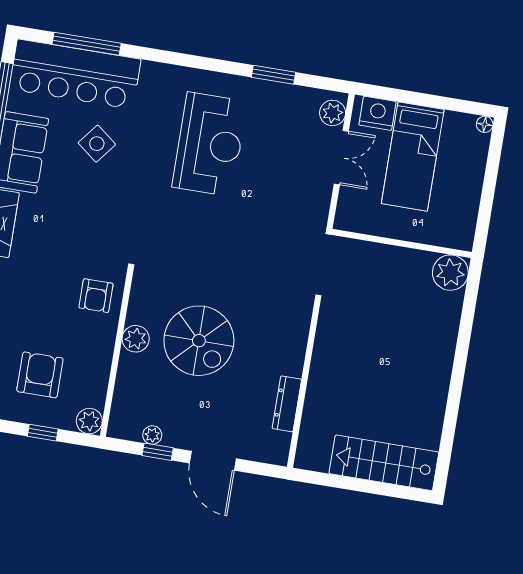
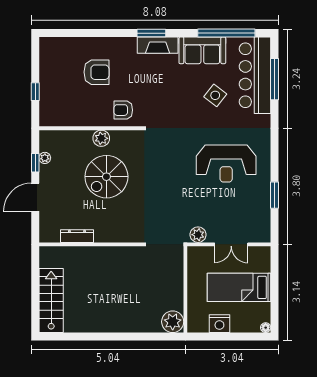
plant: (333, 113) -> (198, 235), moved
nightstand: (378, 113) -> (219, 324), moved, turned 90
armchair: (40, 375) -> (96, 72), moved
plant: (89, 421) -> (47, 119), removed

